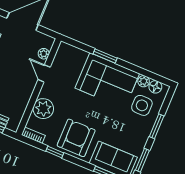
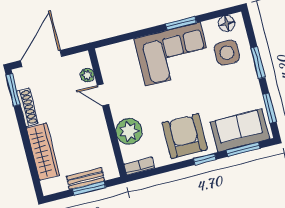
window: (105, 56) -> (181, 23), moved
plant: (144, 81) -> (210, 27), removed
window: (55, 152) -> (205, 159), moved

